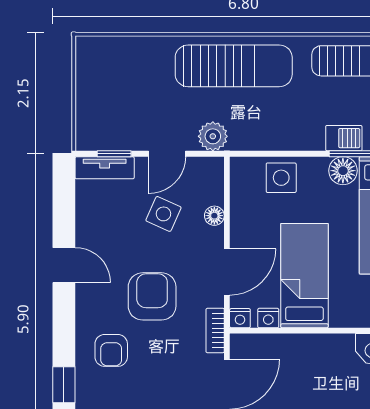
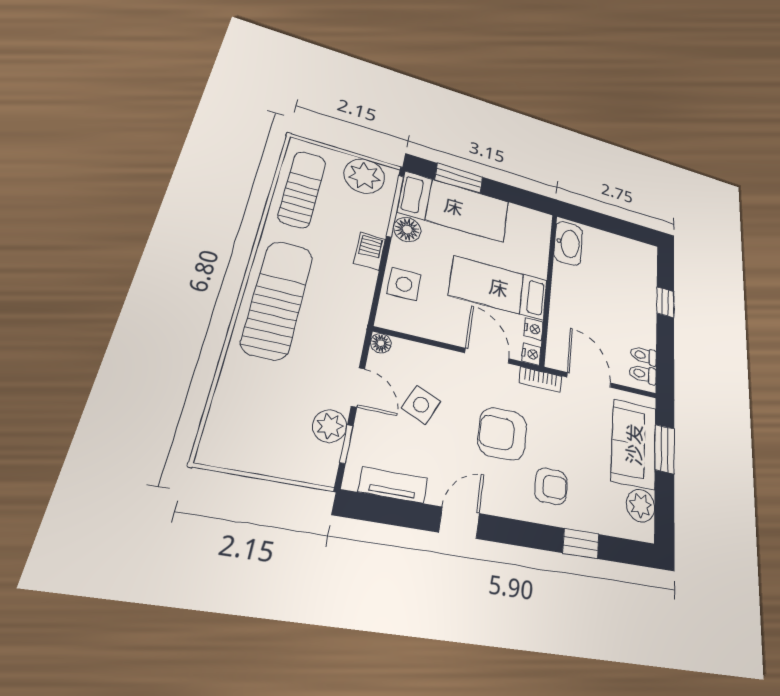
plant: (213, 136) -> (330, 426), moved
barbecue: (344, 138) -> (370, 251), moved
tv unit: (105, 168) -> (393, 485), moved, turned -90
floor lamp: (214, 216) -> (381, 343), moved

